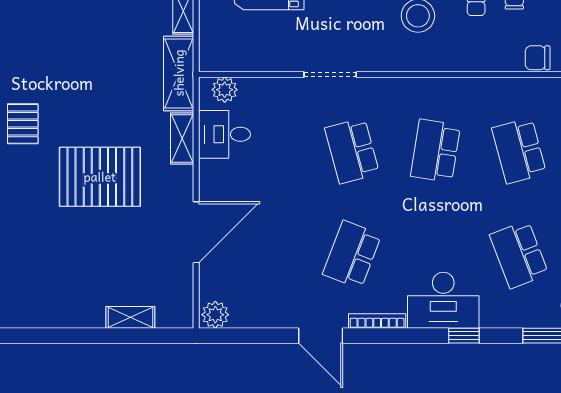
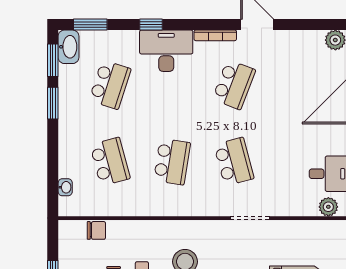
school desk: (519, 255) -> (110, 85), turned 39

